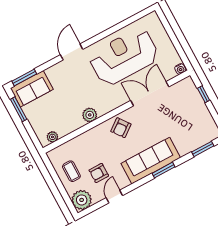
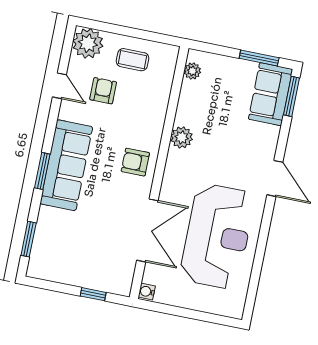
armchair: (121, 128) -> (135, 162), turned -53

